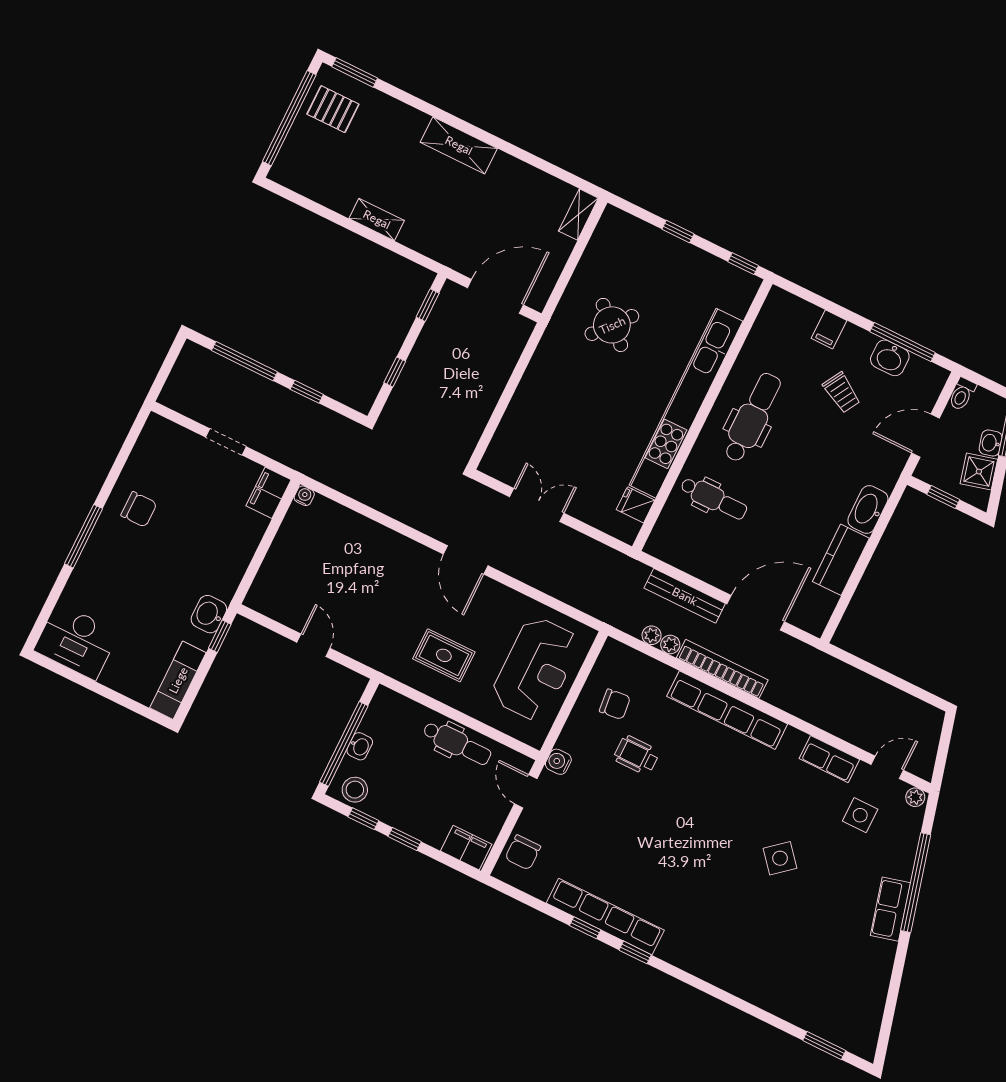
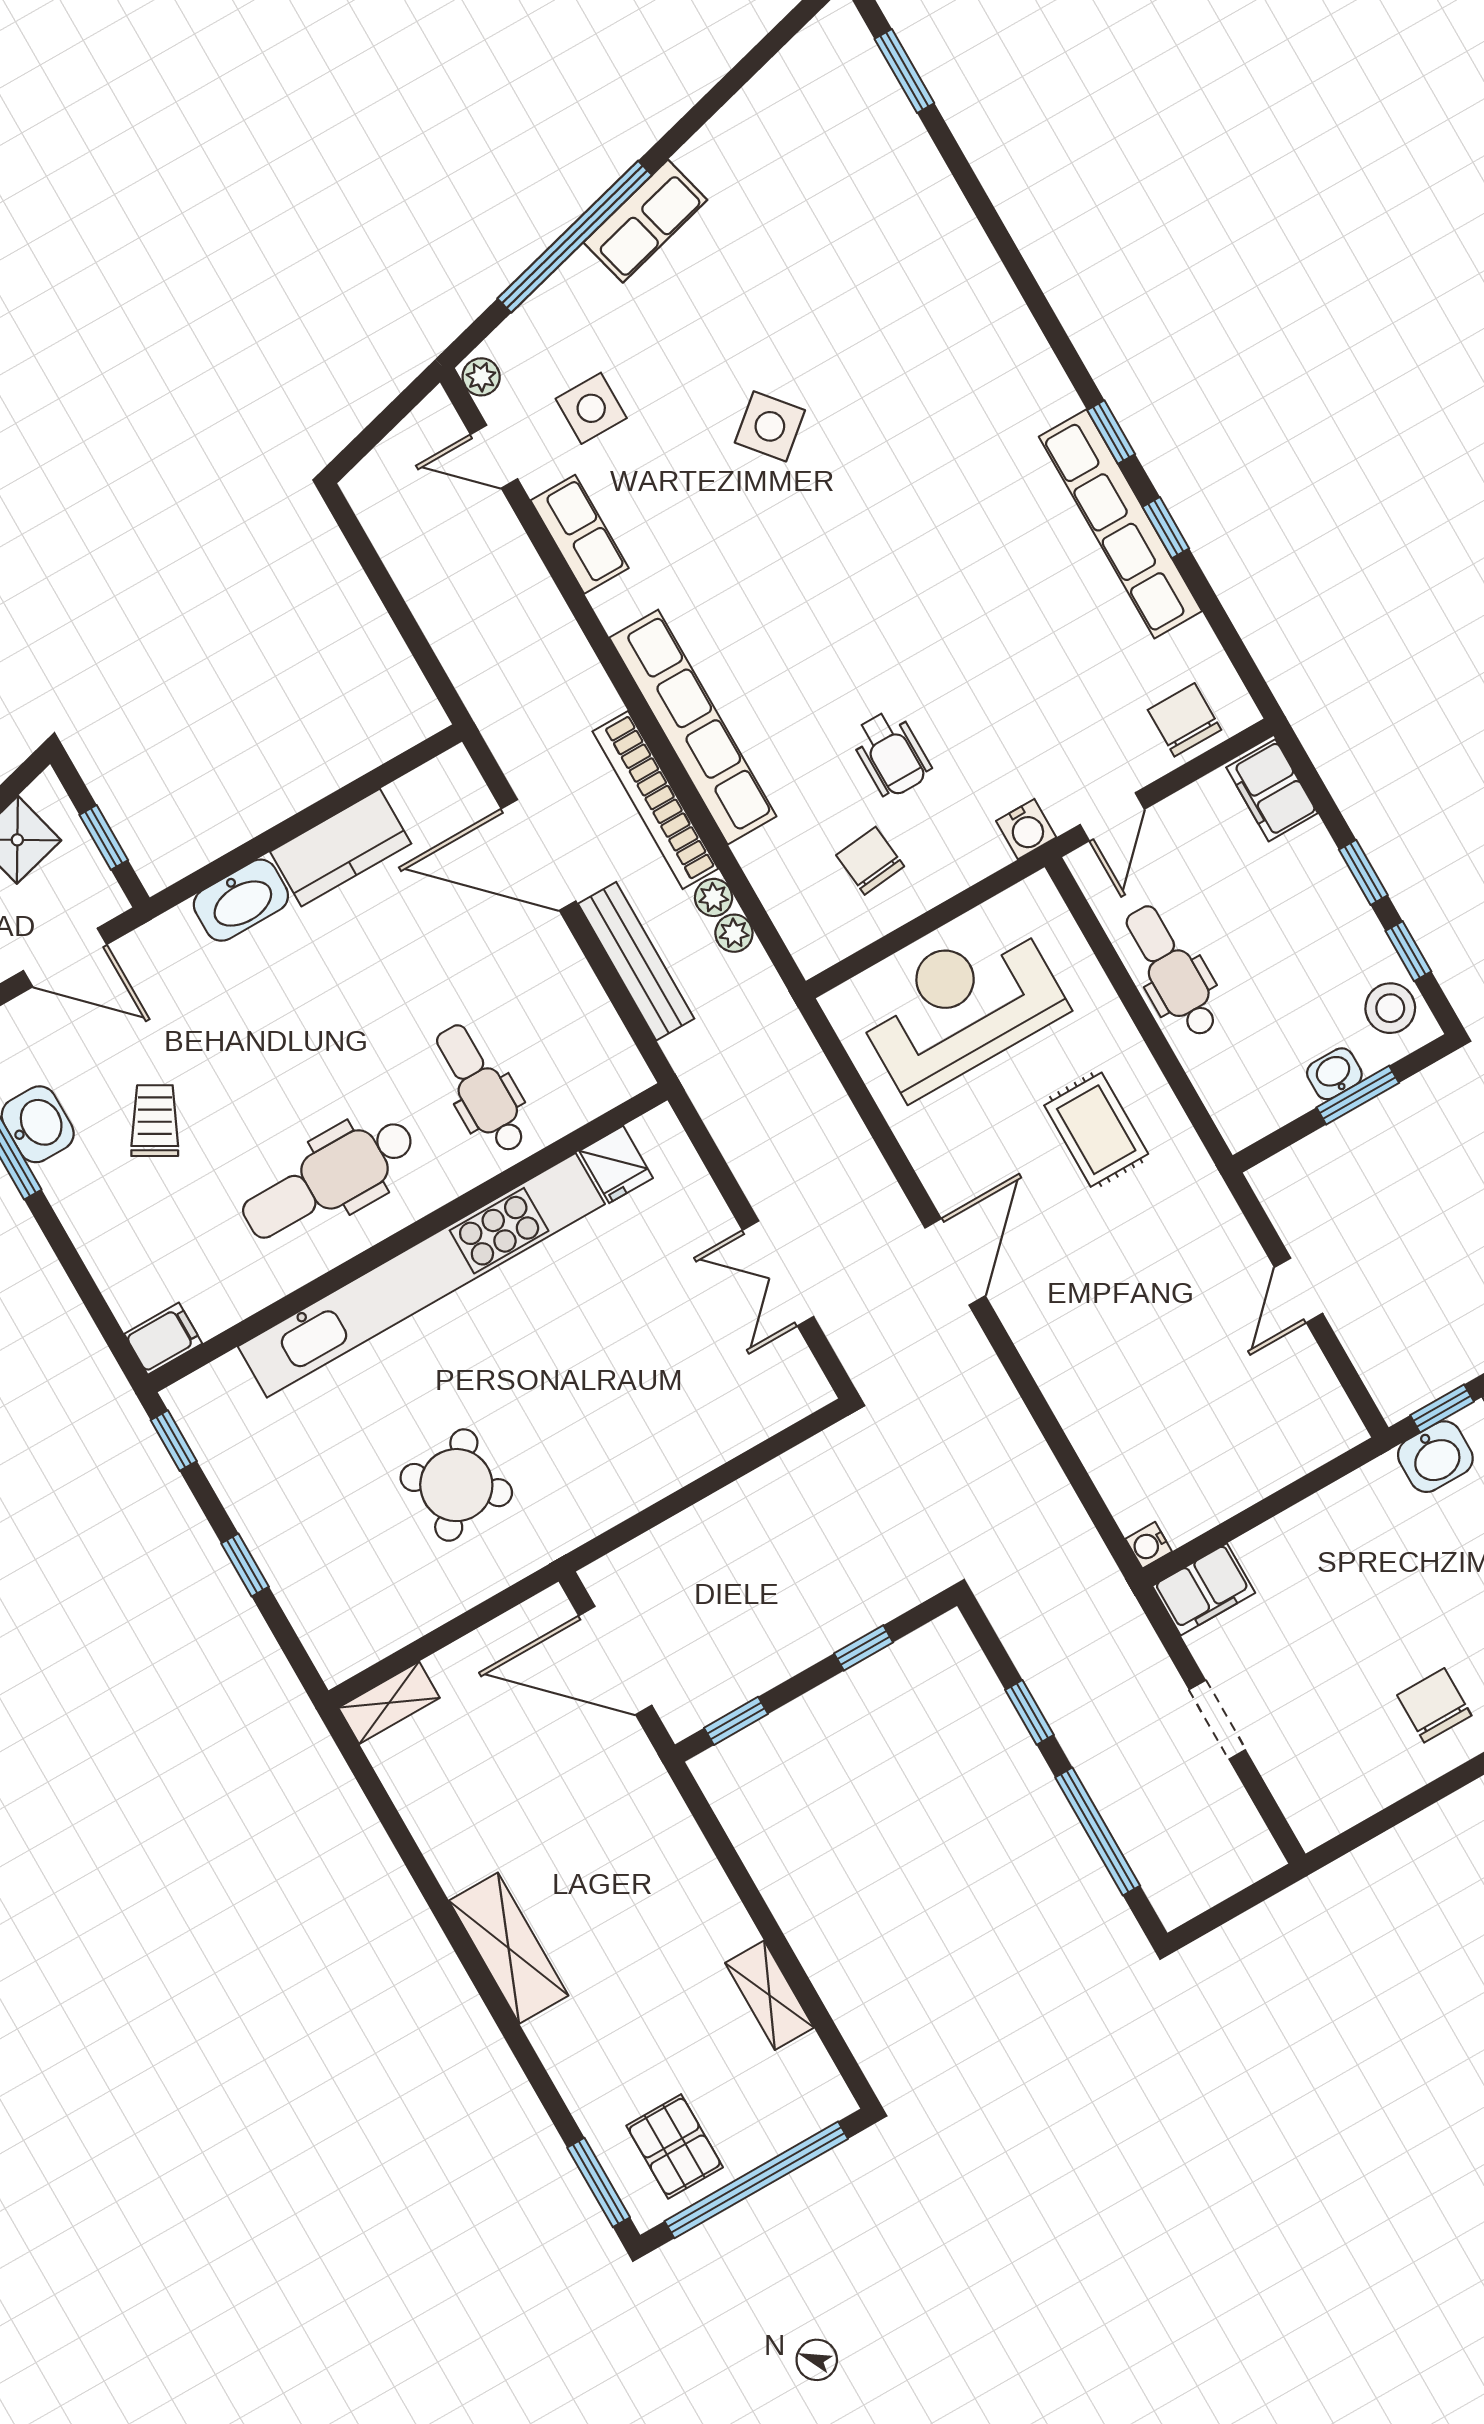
shelving: (377, 219) -> (770, 1995), moved
filing cabinet: (829, 329) -> (163, 1339), moved
window: (344, 744) -> (1358, 1095), width x0.47
chair: (523, 852) -> (1185, 720), turned -90

